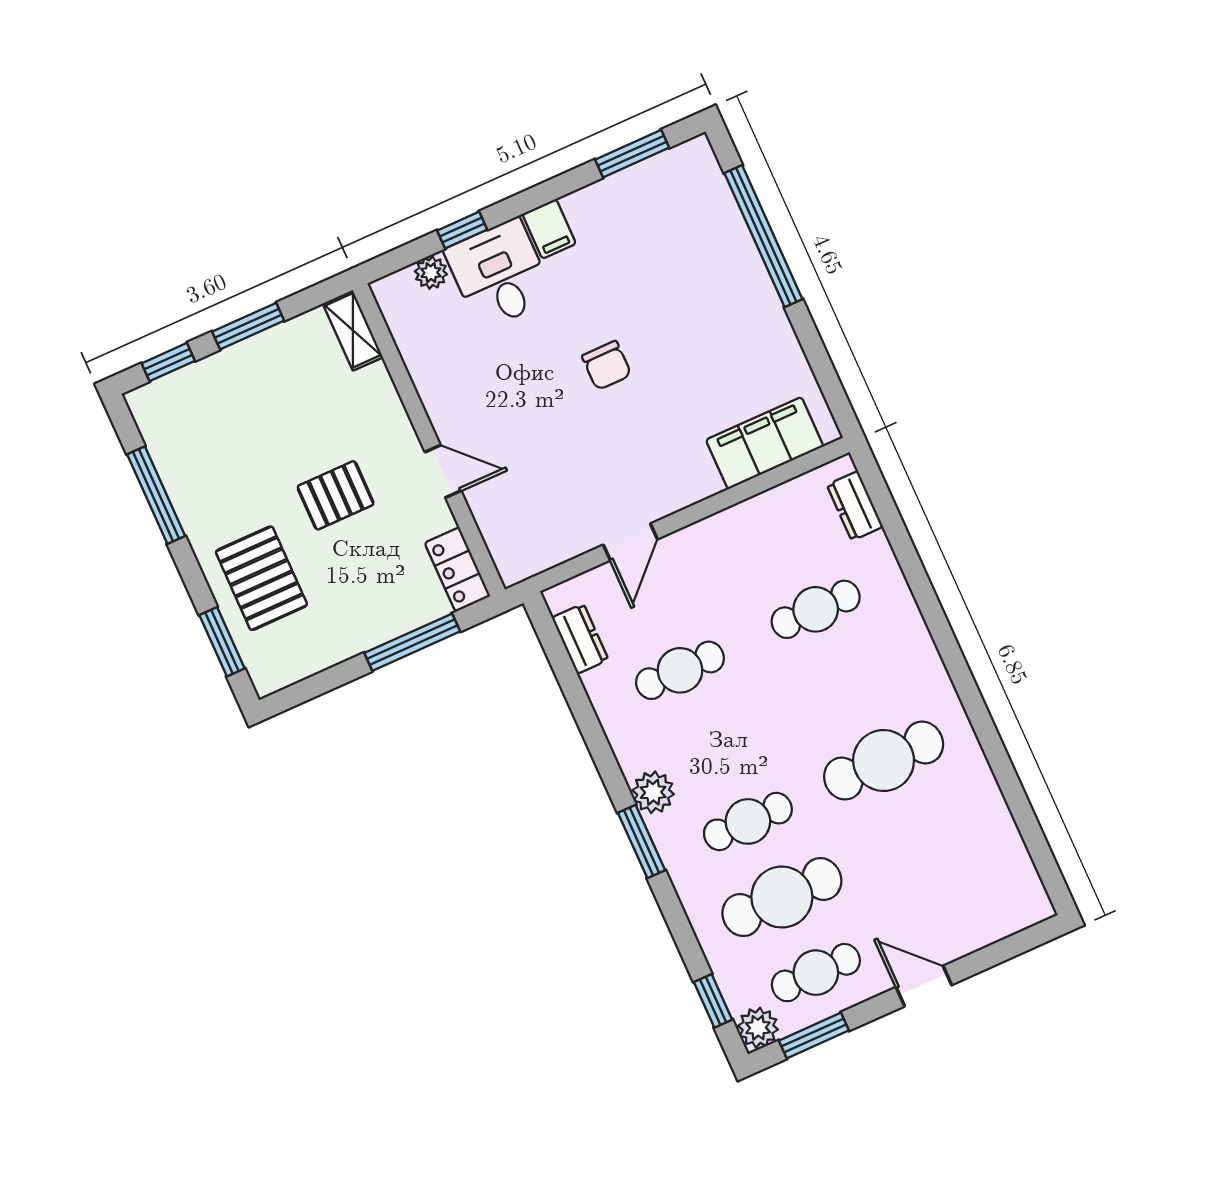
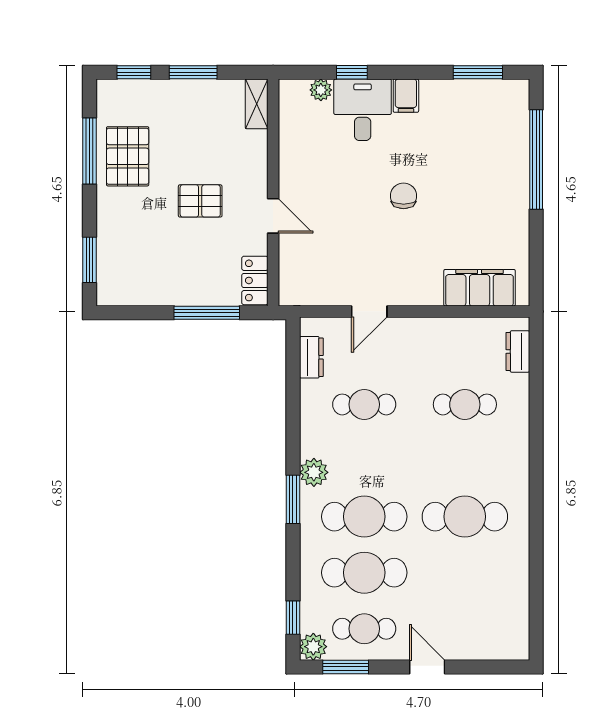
chair: (607, 365) -> (404, 196), turned 180
pallet: (261, 578) -> (128, 156), moved
cafe table: (748, 821) -> (364, 517), width x1.37, depth x1.35

